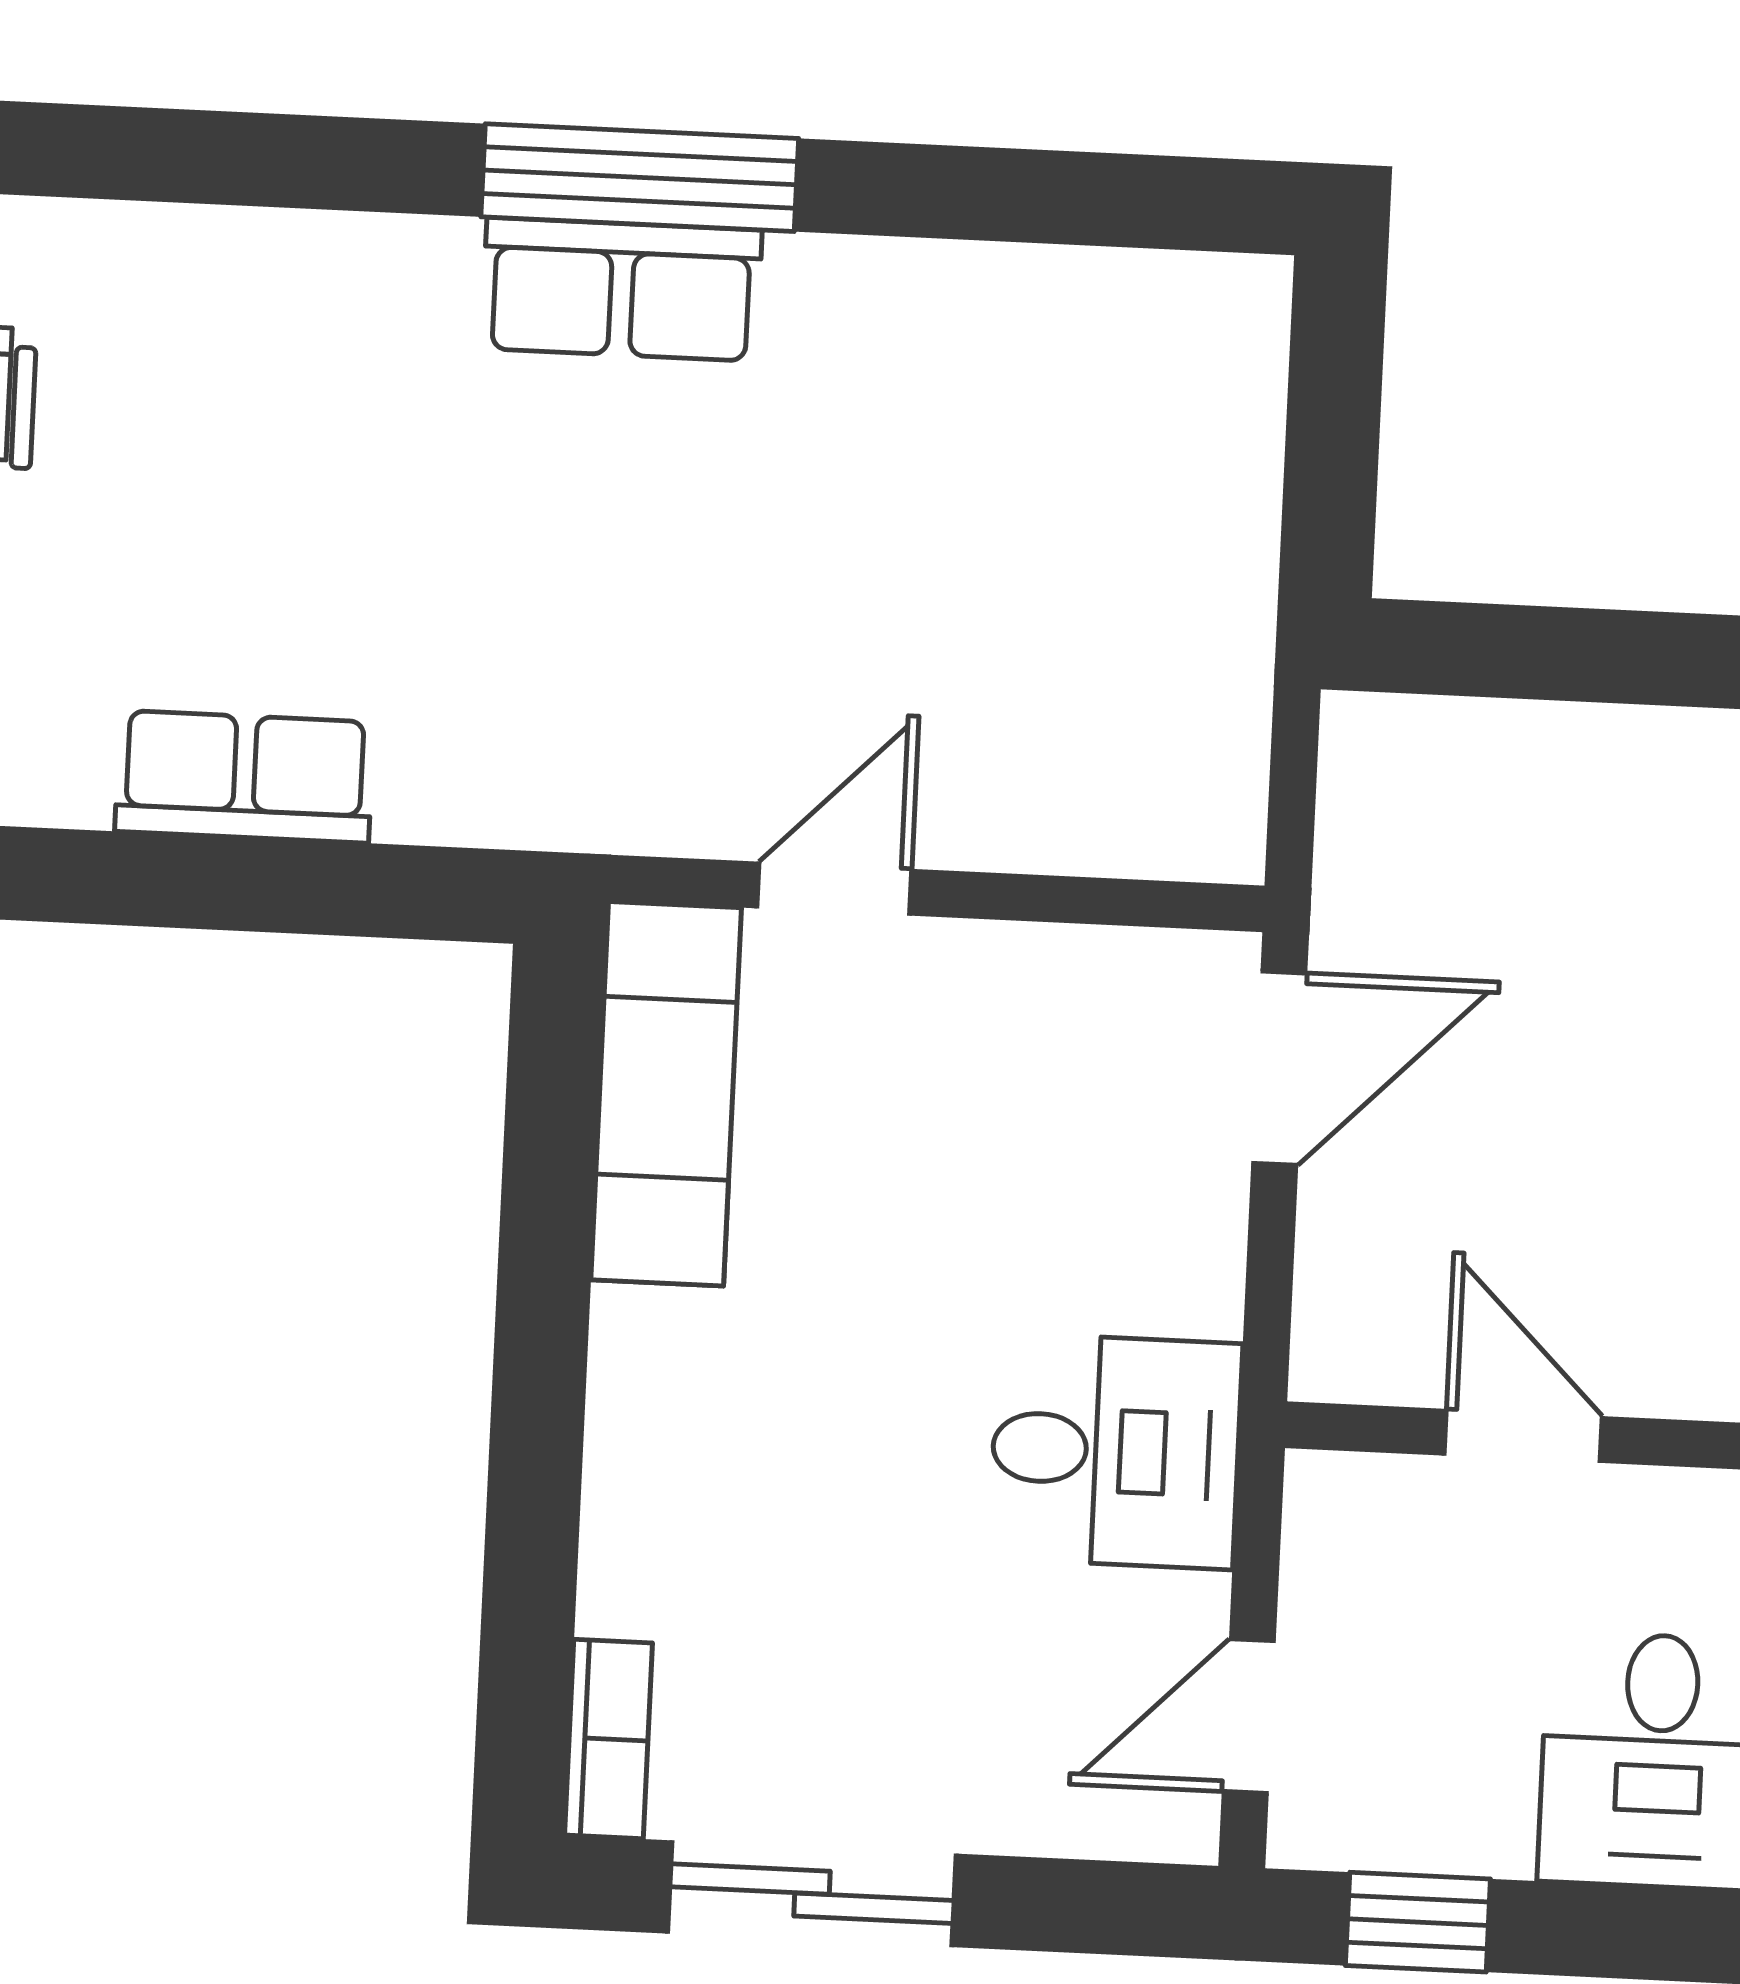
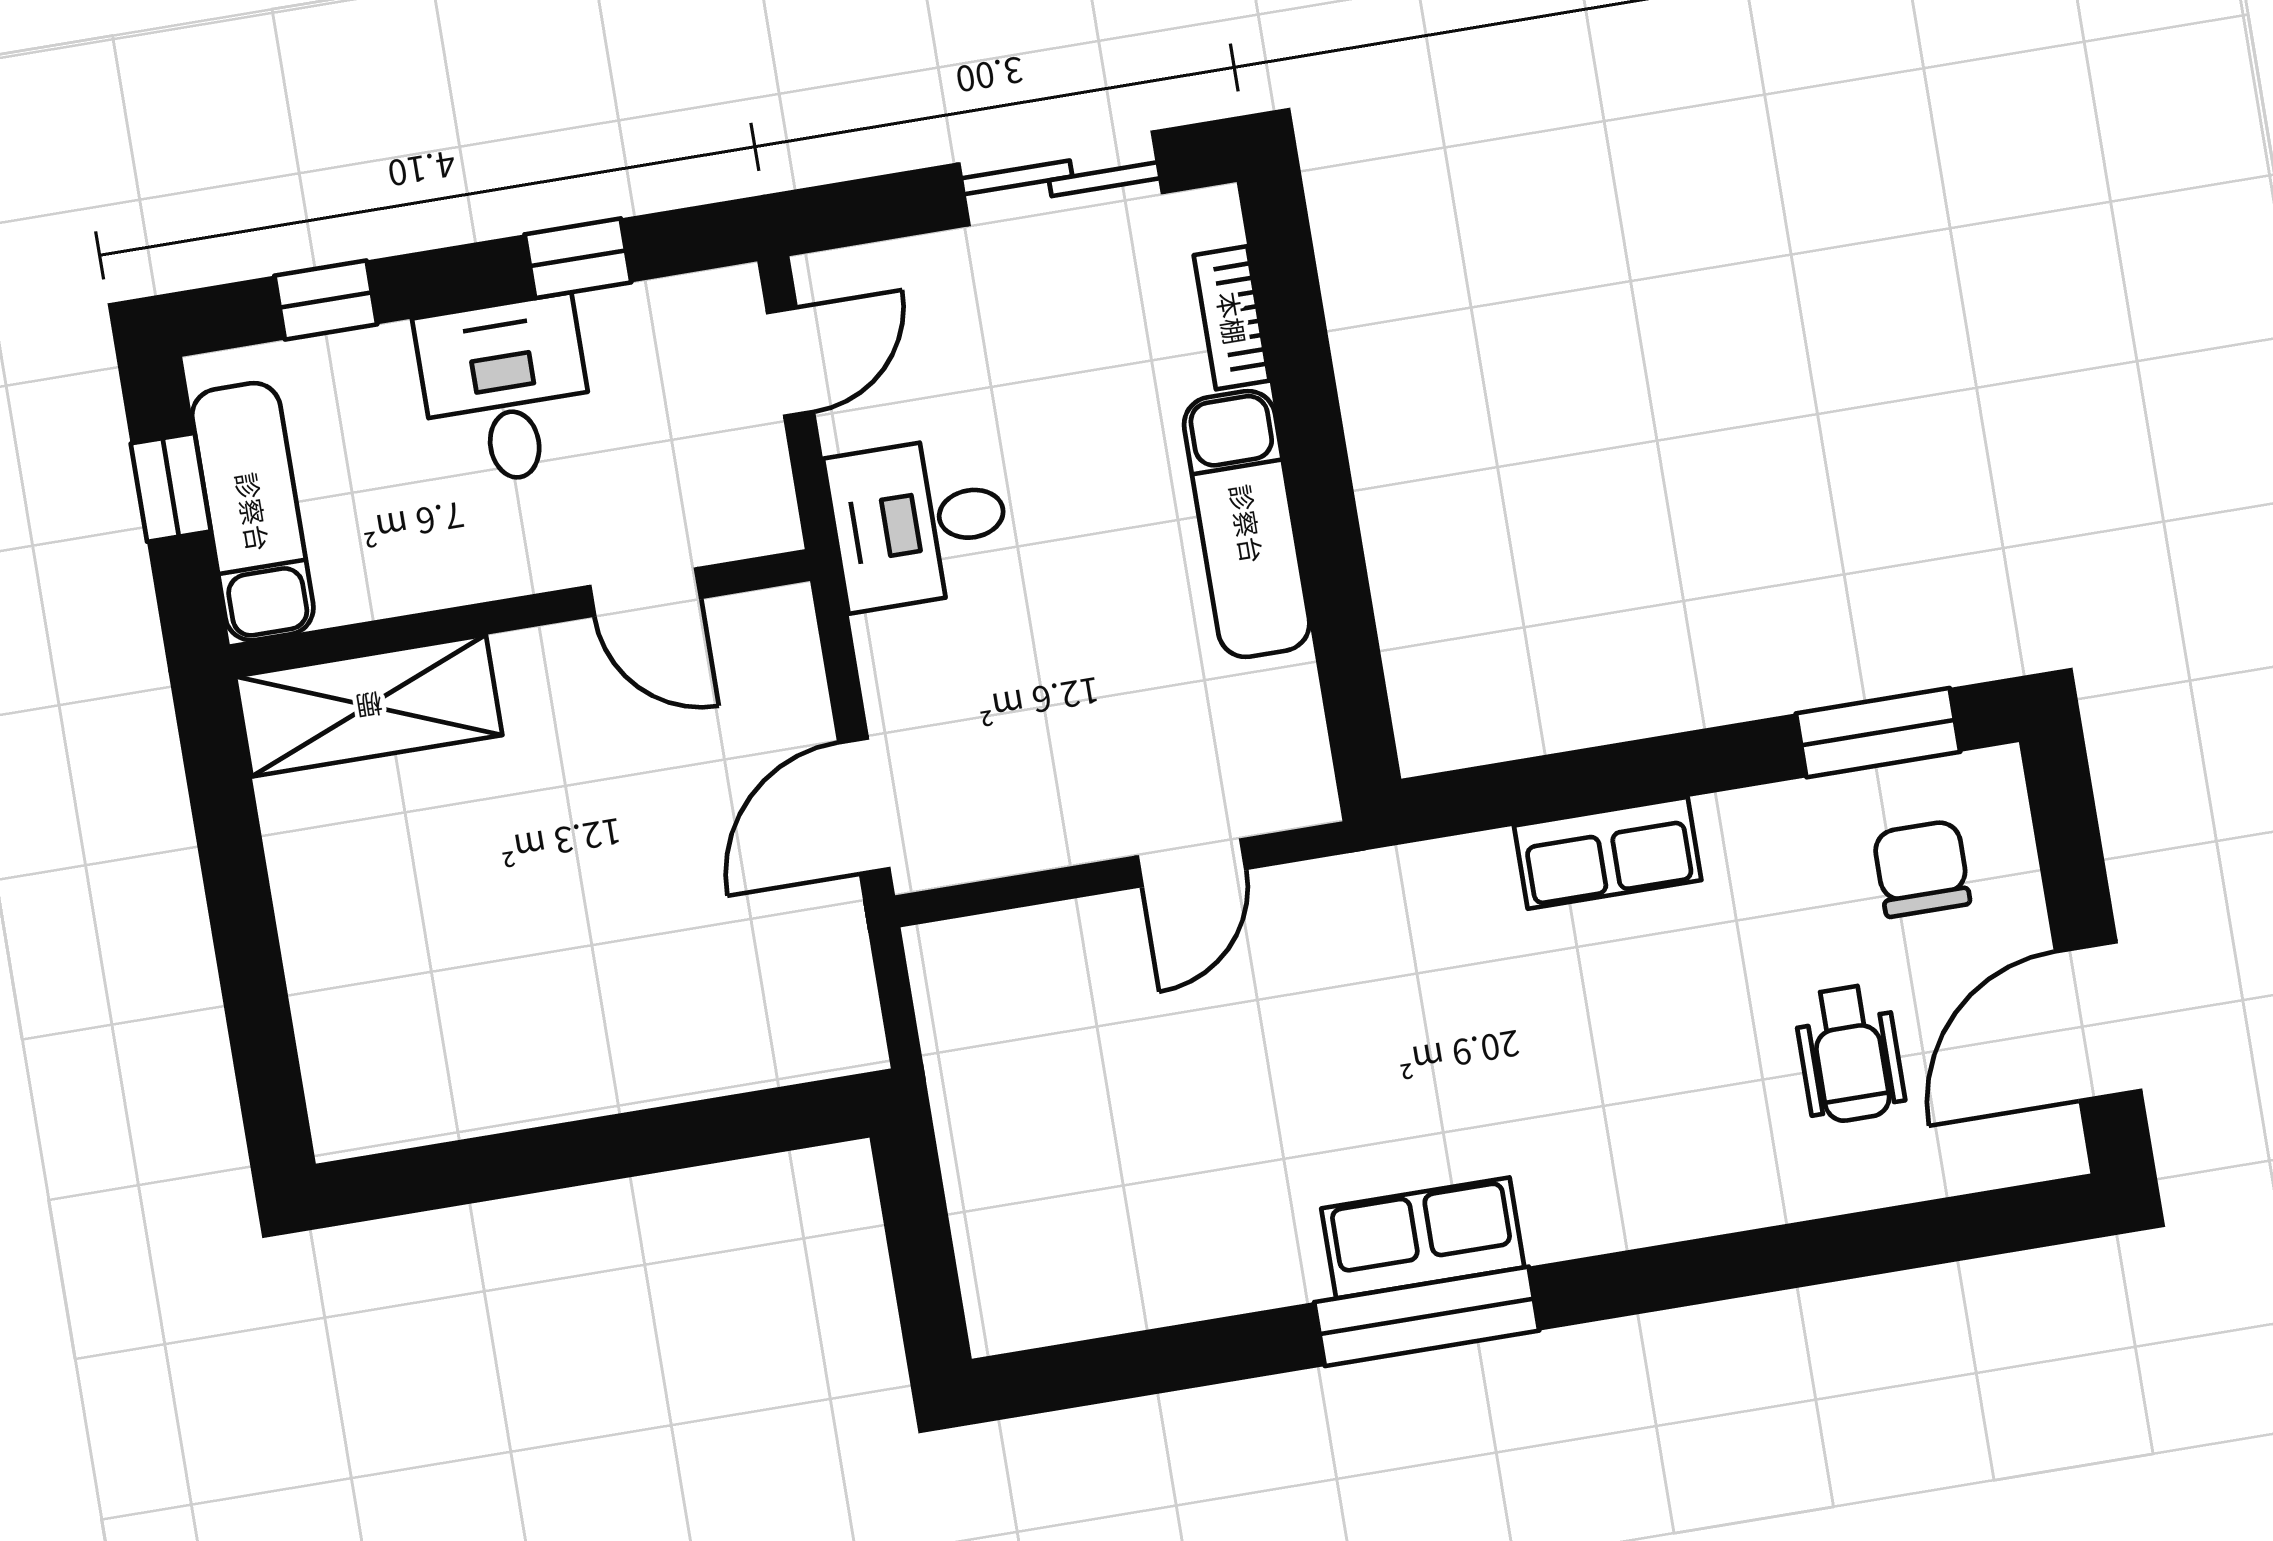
exam couch: (666, 1094) -> (1247, 524), moved
bookcase: (609, 1739) -> (1232, 318), moved
window: (1418, 1922) -> (578, 258), moved

